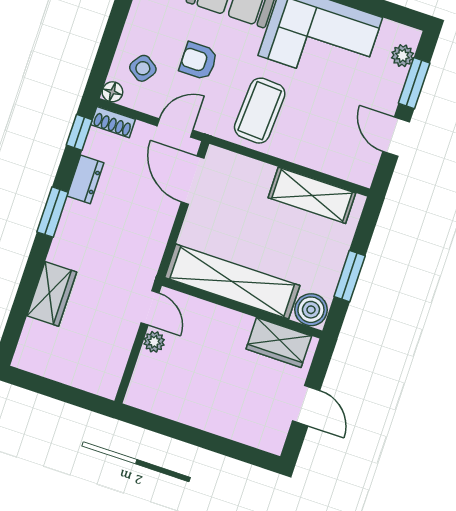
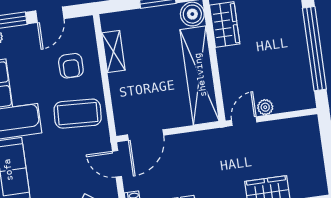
armchair: (198, 61) -> (71, 66), moved
shelving: (312, 195) -> (113, 52), width x0.67, depth x0.75
window: (195, 437) -> (314, 49), added

